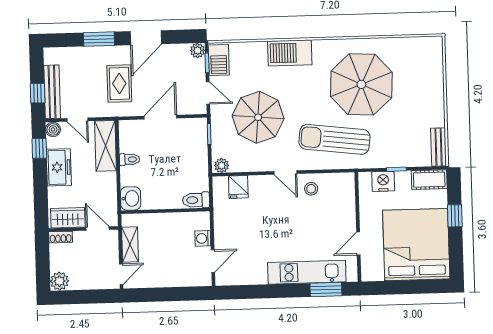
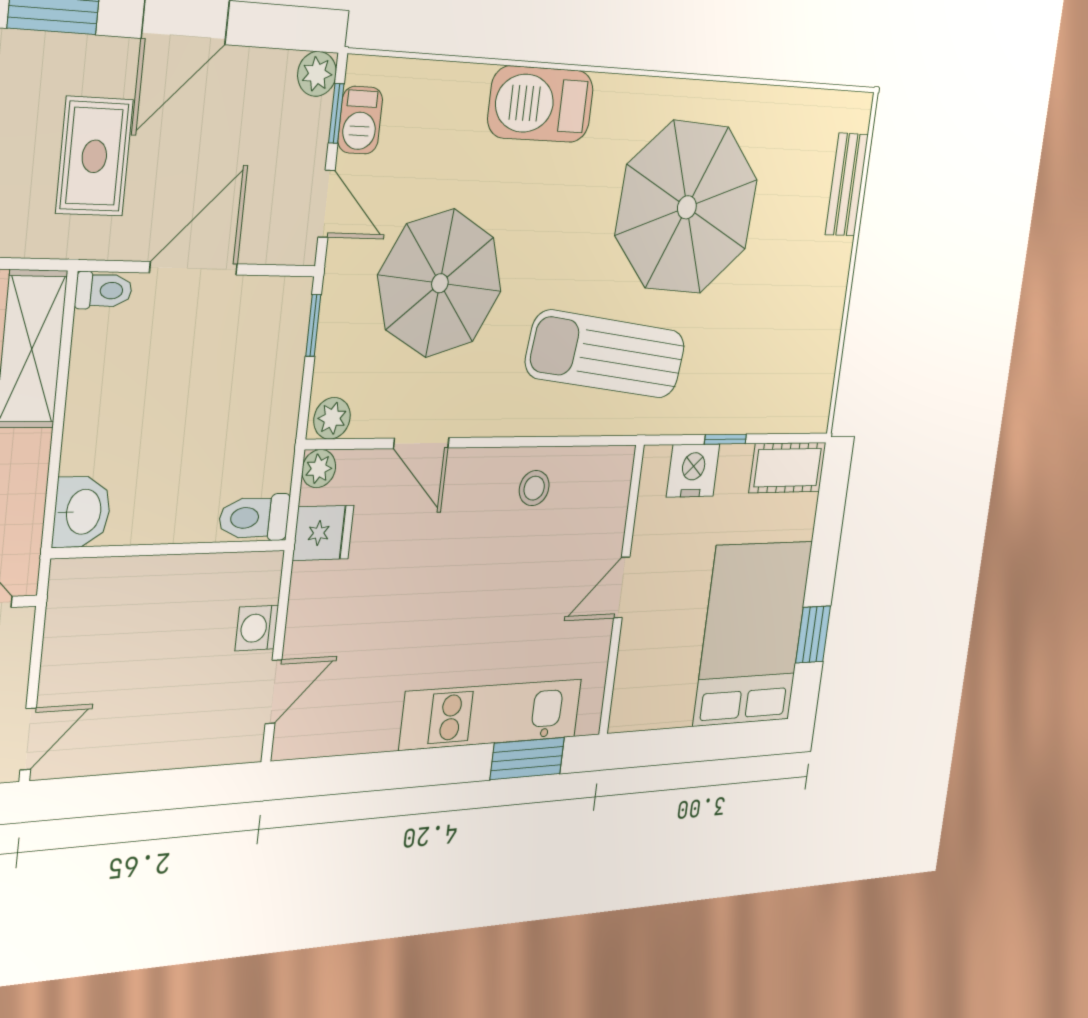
barbecue: (219, 60) -> (360, 120), width x0.73, depth x0.79
bench: (439, 147) -> (847, 185), moved
toilet: (130, 159) -> (104, 290), moved
door: (285, 173) -> (421, 443), moved
plant: (219, 183) -> (319, 469), added
fridge: (238, 187) -> (323, 533), moved, turned -90
window: (455, 216) -> (813, 634), moved
door: (358, 243) -> (622, 587), moved
shelving: (130, 245) -> (63, 650), removed
bed: (416, 245) -> (753, 634), width x0.73

